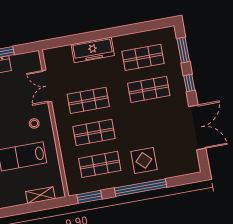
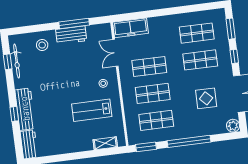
freezer: (93, 50) -> (130, 28), moved
display table: (144, 160) -> (206, 98), moved
plant: (192, 166) -> (233, 126), added

